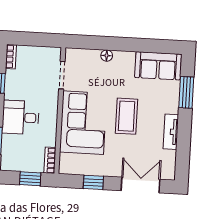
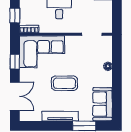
corner sofa: (83, 123) -> (42, 52), moved
tv unit: (171, 132) -> (60, 116), width x1.41

